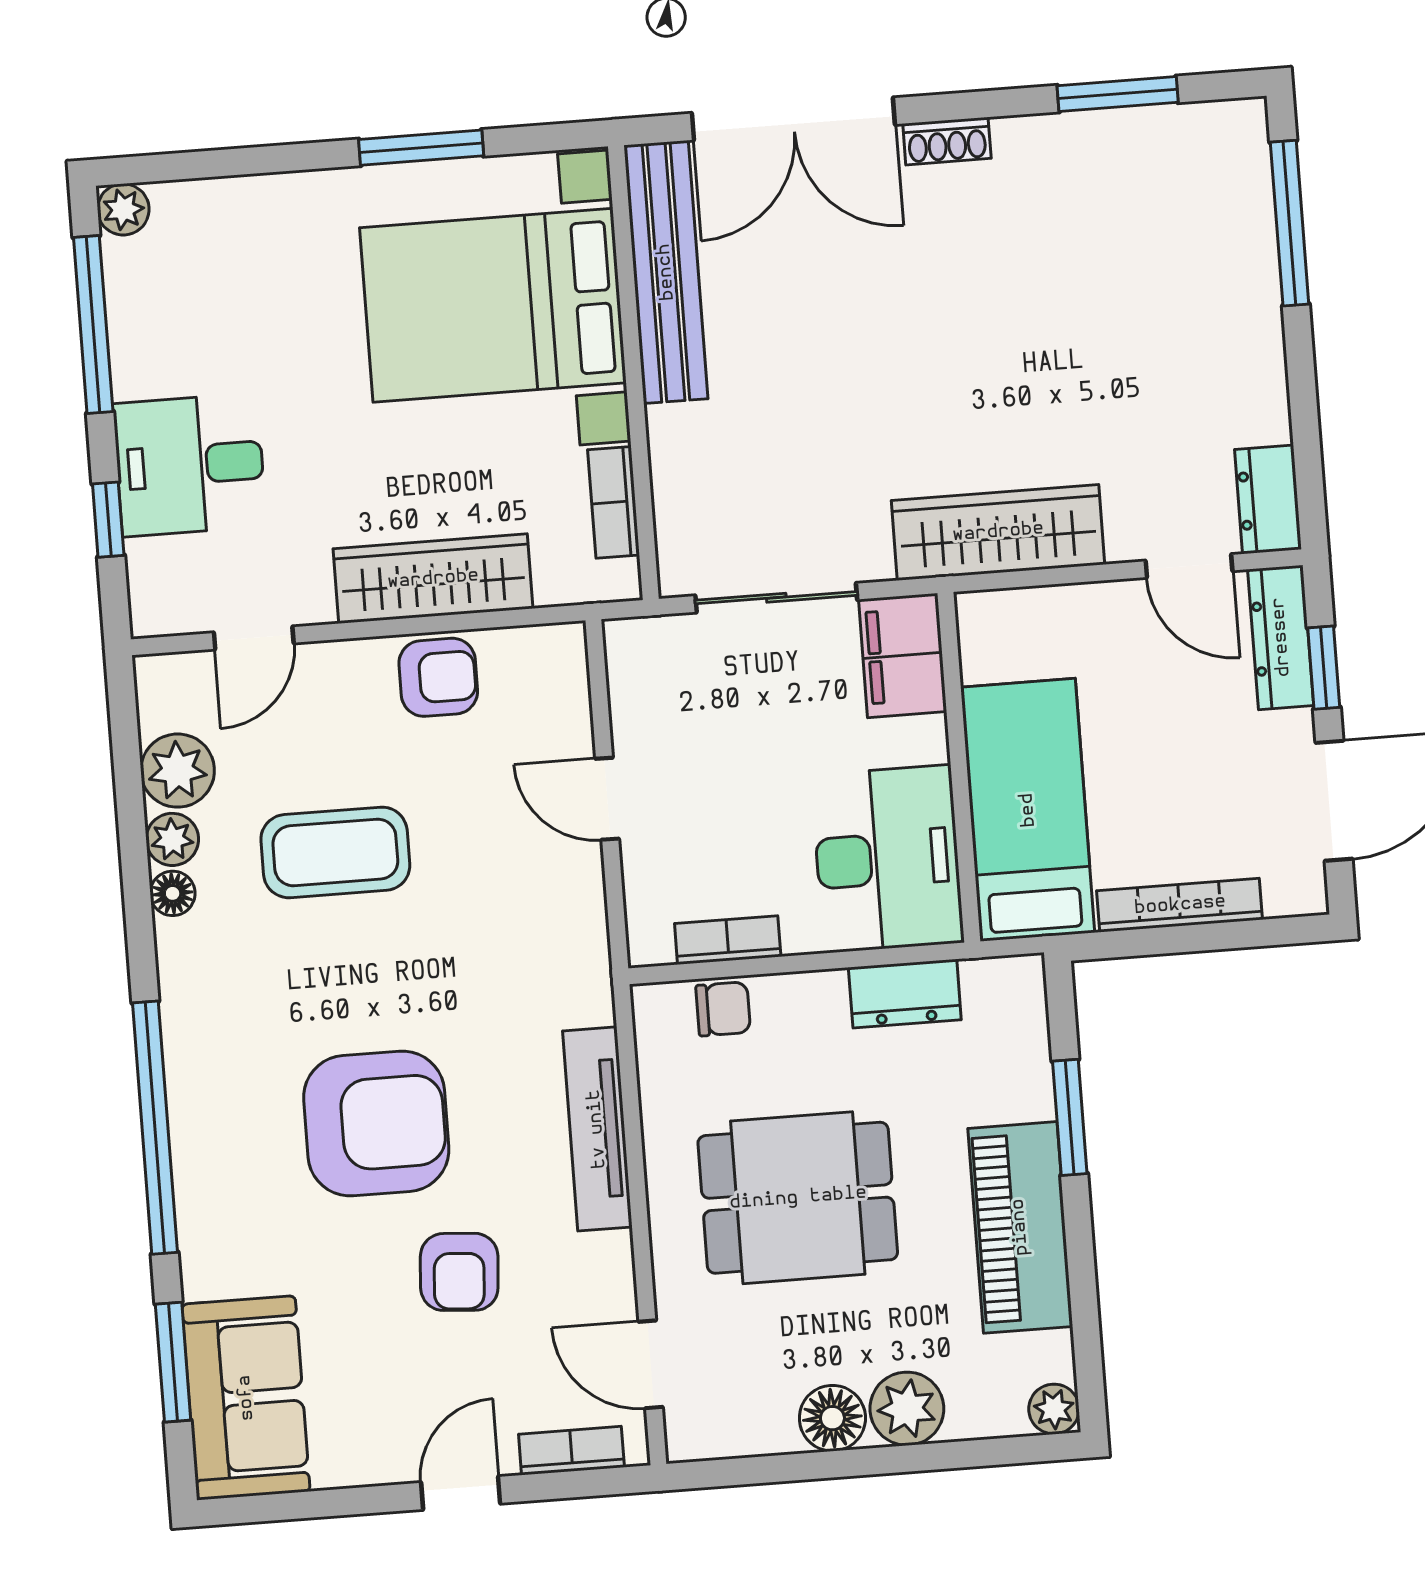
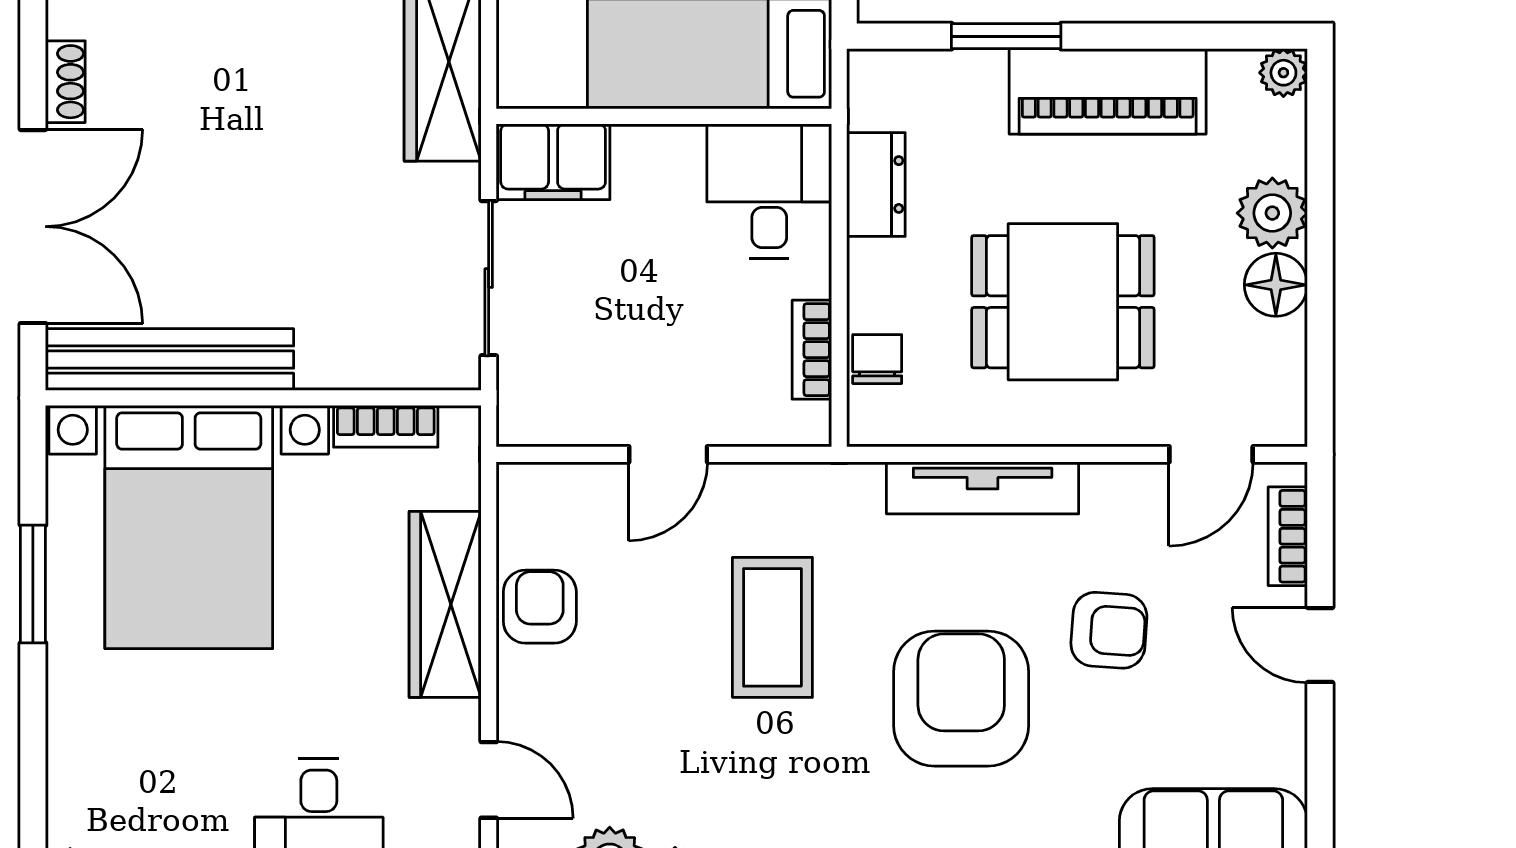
coffee table: (335, 852) -> (772, 627), moved
desk: (888, 859) -> (769, 191), width x0.73
dining table: (798, 1198) -> (1063, 302), turned 90

